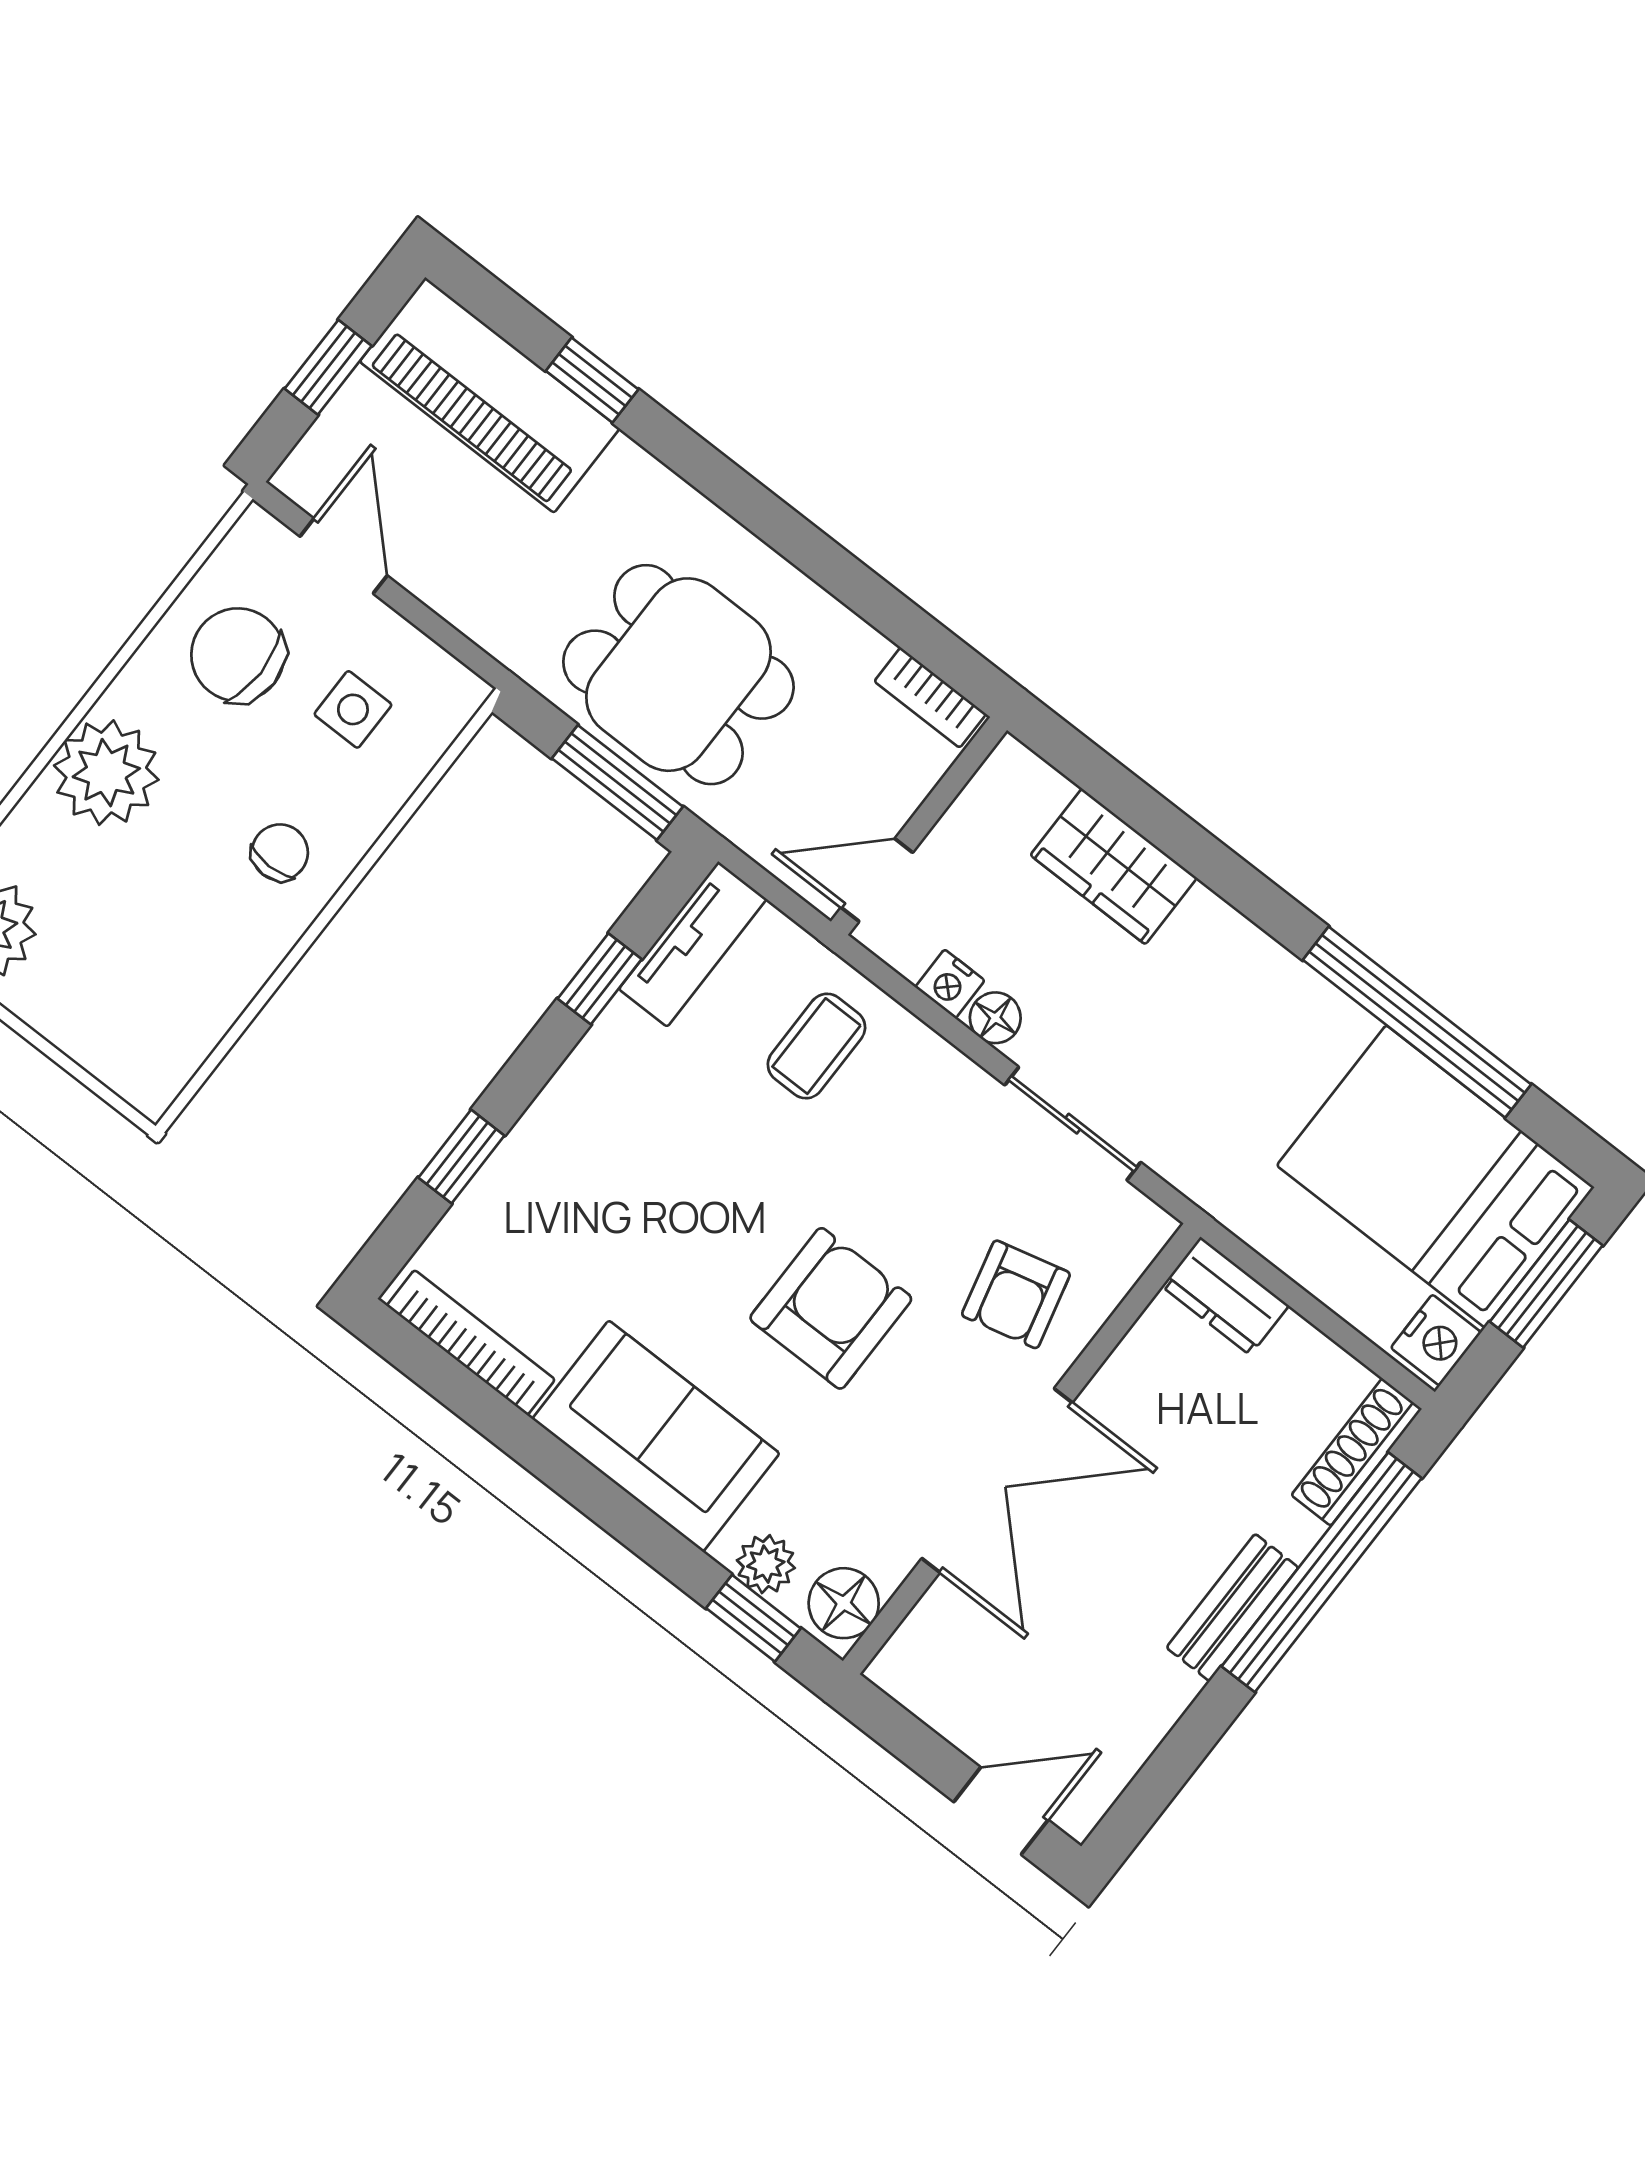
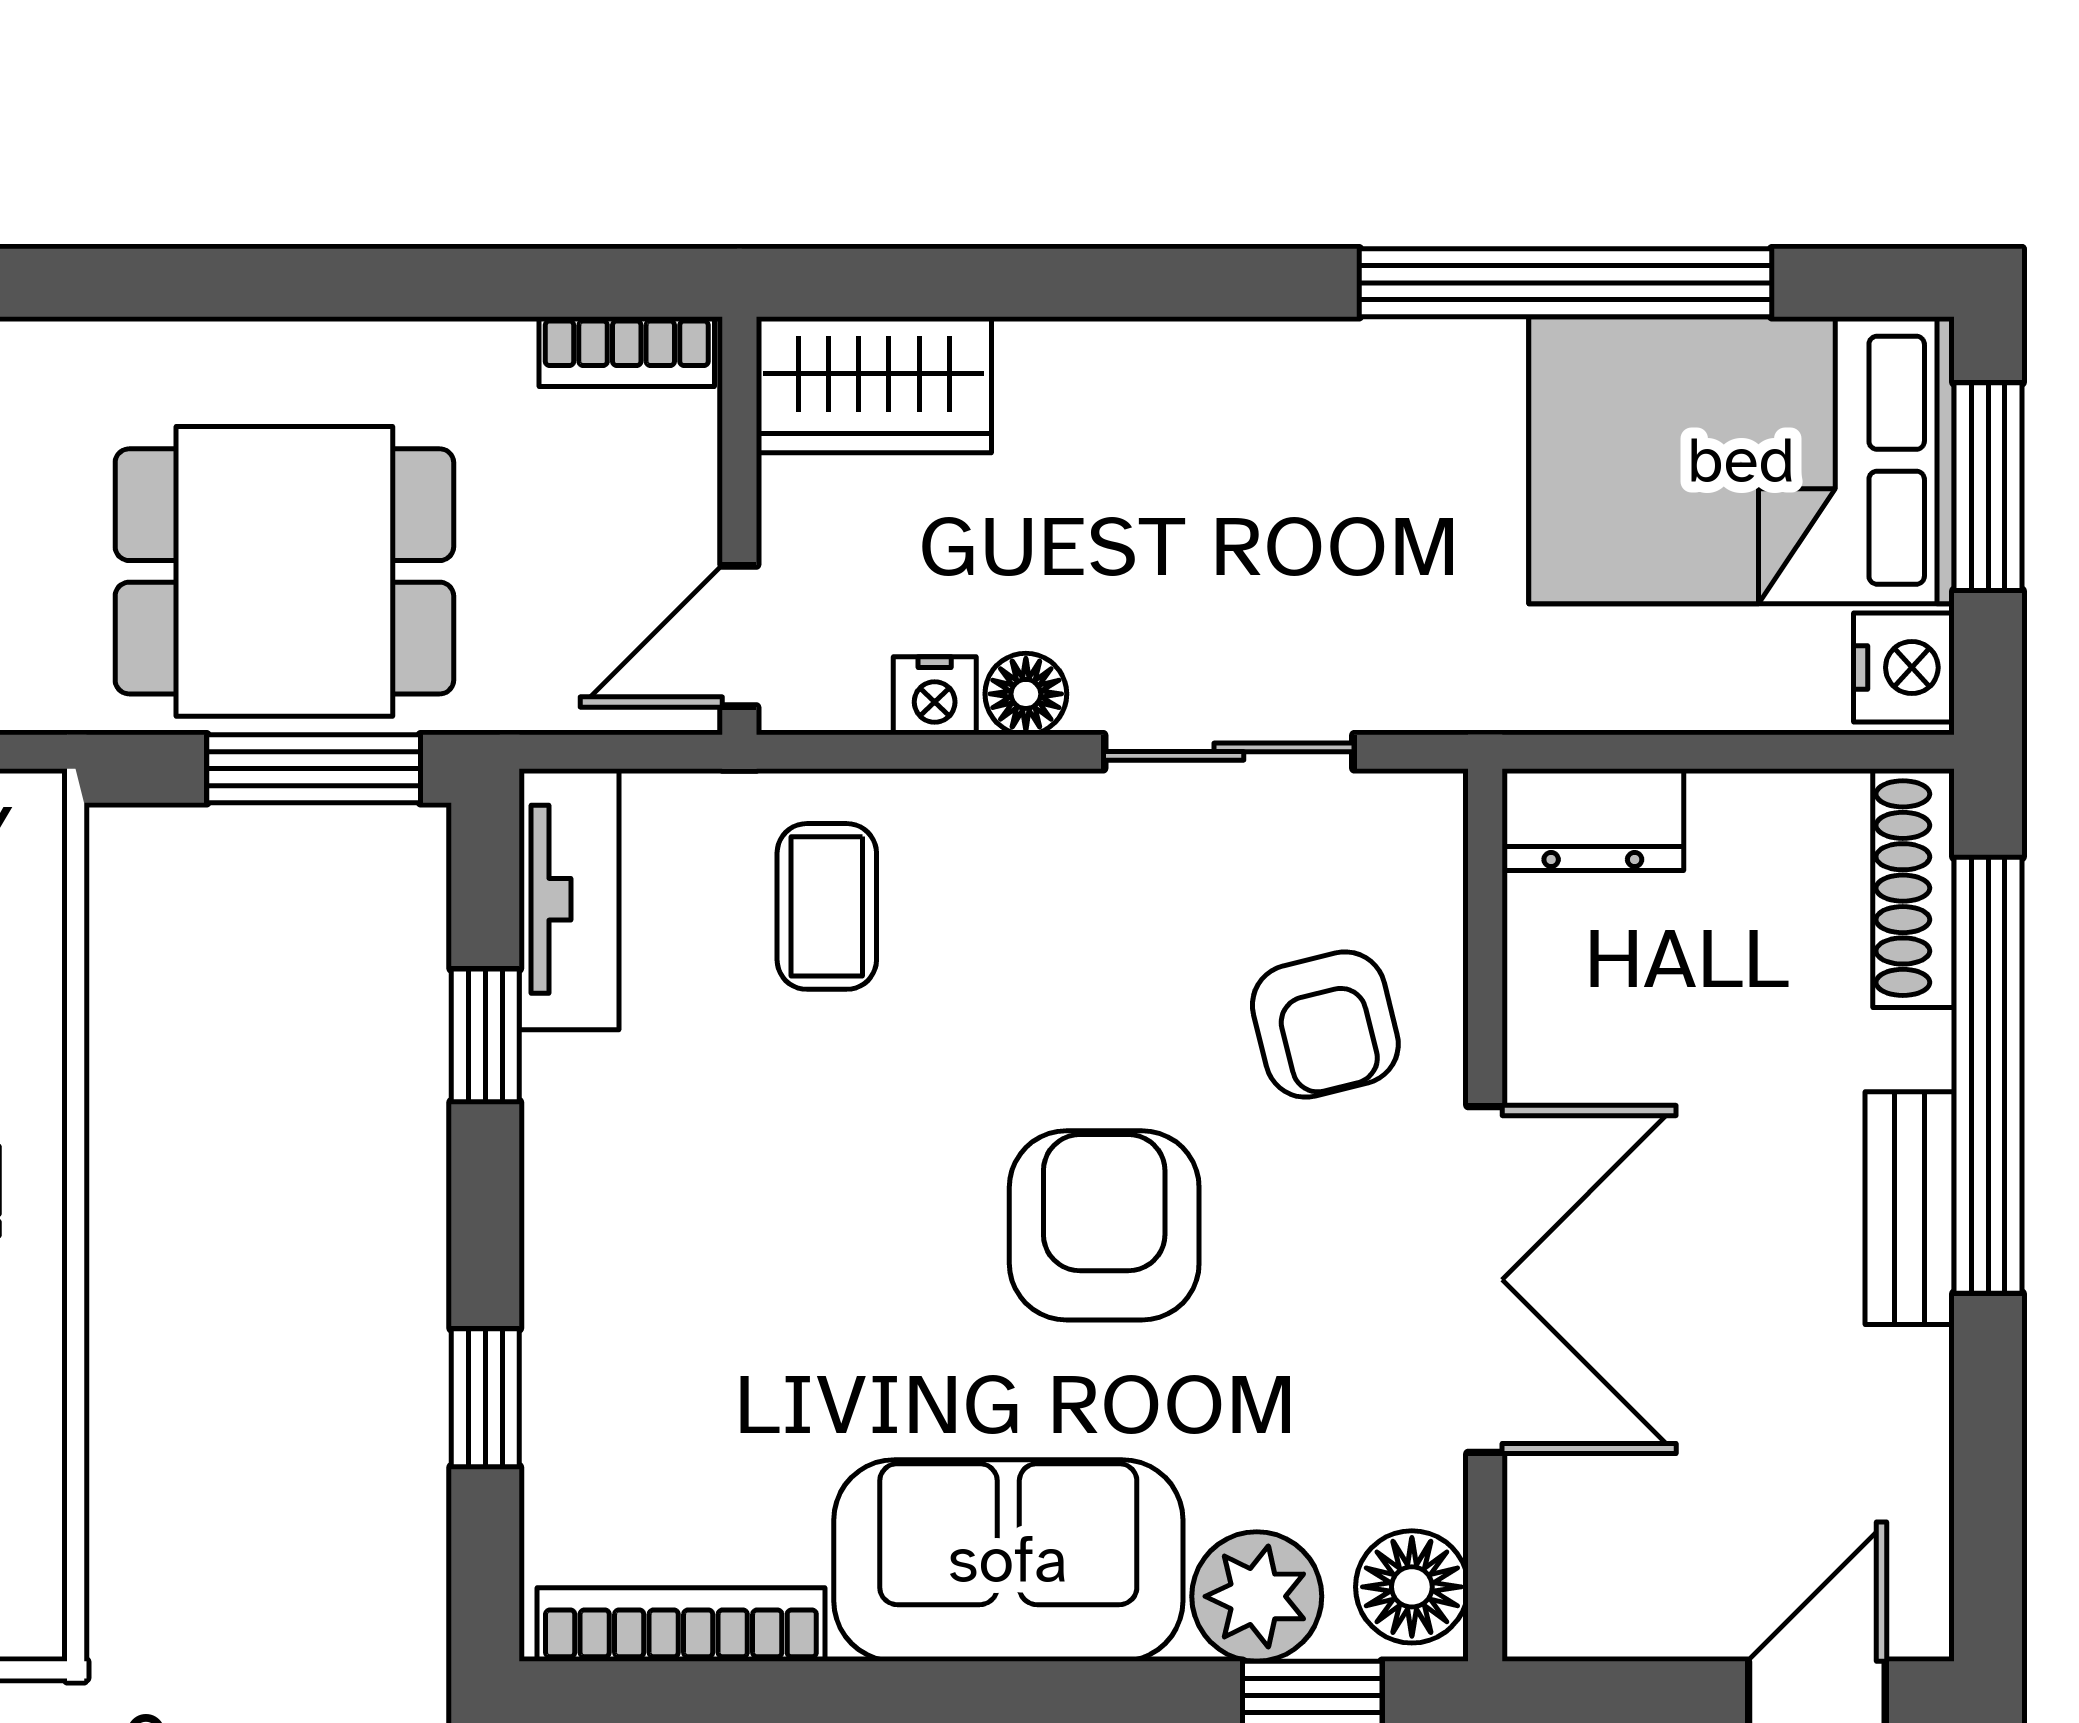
wardrobe: (1114, 866) -> (874, 385), moved
plant: (766, 1564) -> (1257, 1596), width x1.38, depth x1.38

